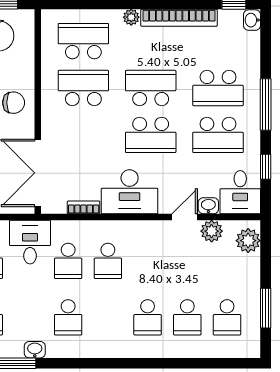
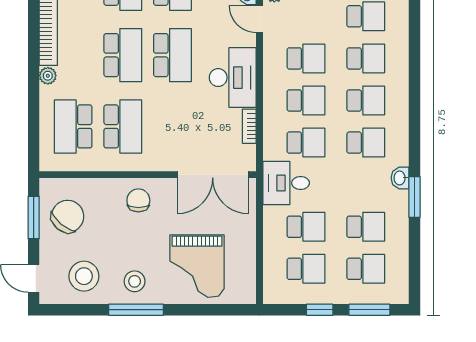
school desk: (83, 88) -> (123, 126), turned 180
school desk: (151, 88) -> (123, 55), turned 180
school desk: (148, 261) -> (306, 58), added
school desk: (108, 317) -> (366, 100), added

